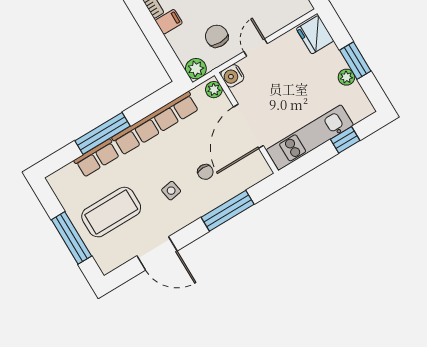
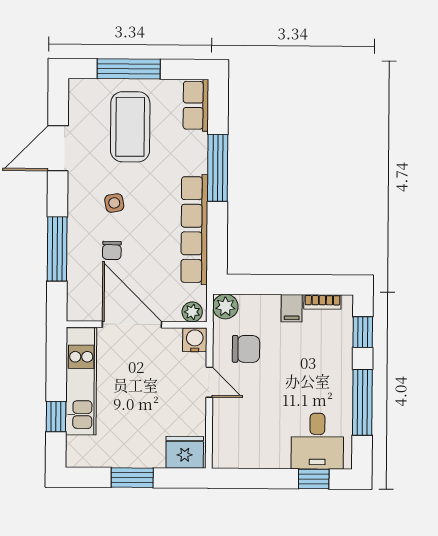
plant: (346, 77) -> (121, 458), removed
row of seats: (97, 158) -> (196, 105), moved
chair: (205, 172) -> (112, 250), turned -89

